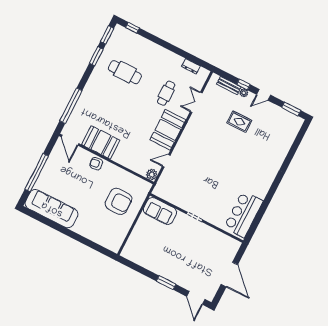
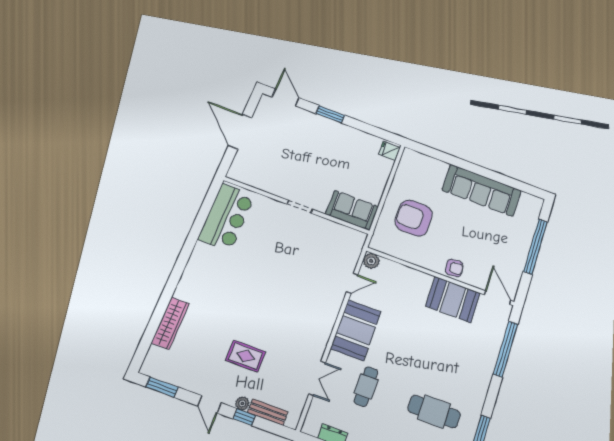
door: (264, 95) -> (210, 404), swing flipped
wardrobe: (284, 148) -> (170, 323), added
sofa: (52, 209) -> (482, 190), moved
fridge: (128, 252) -> (389, 151), added

